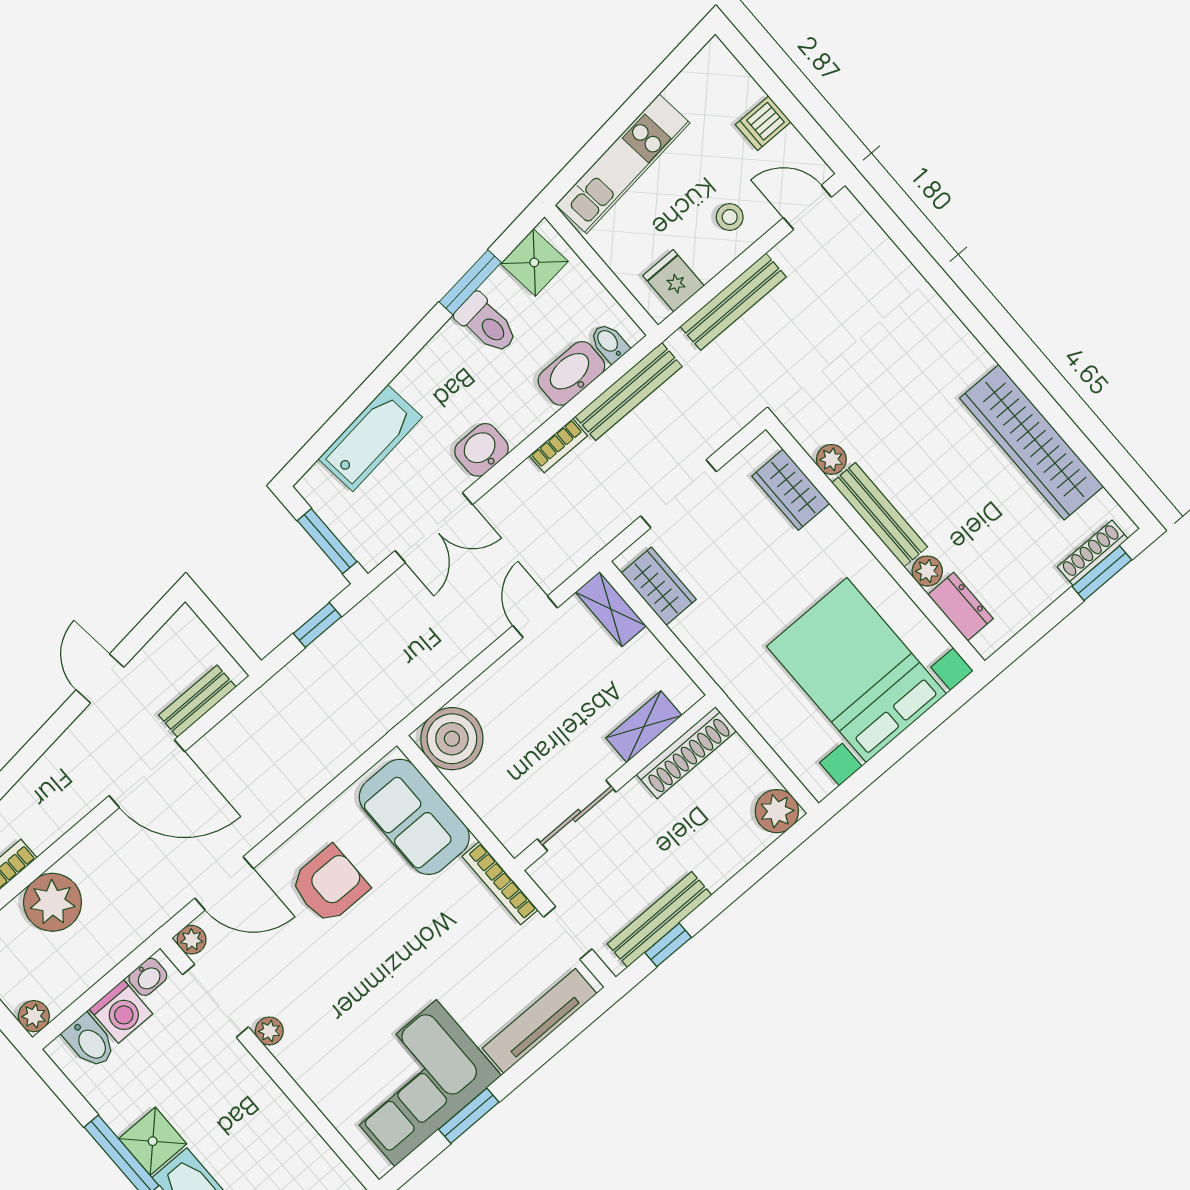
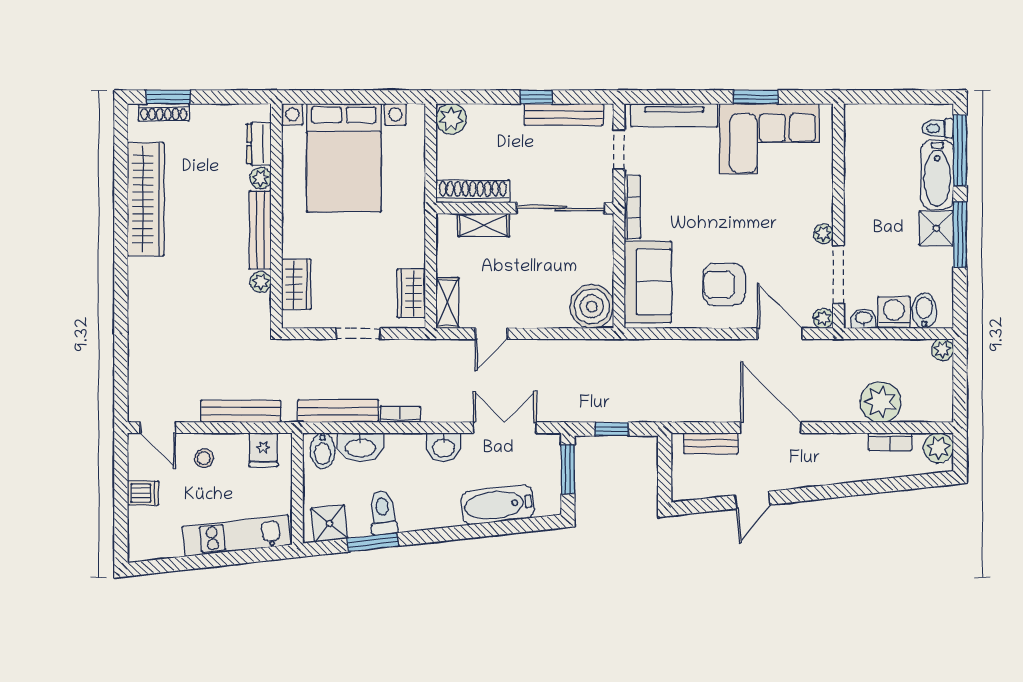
bidet: (609, 343) -> (323, 451), width x1.38, depth x1.36
doorway: (678, 494) -> (358, 334), width x0.73
sliding door: (577, 816) -> (560, 208), width x1.37
window: (668, 945) -> (536, 97), moved

